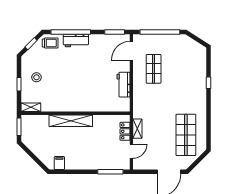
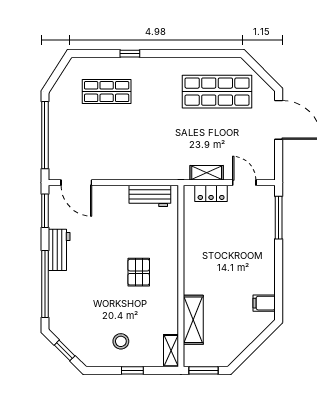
workbench: (76, 40) -> (59, 250), moved
trolley: (50, 43) -> (63, 318), removed
shop shelf: (154, 69) -> (107, 92), moved
workbench: (123, 85) -> (150, 196), moved
pallet: (78, 88) -> (139, 272), added
shelving: (71, 121) -> (193, 320), moved, width x0.68

